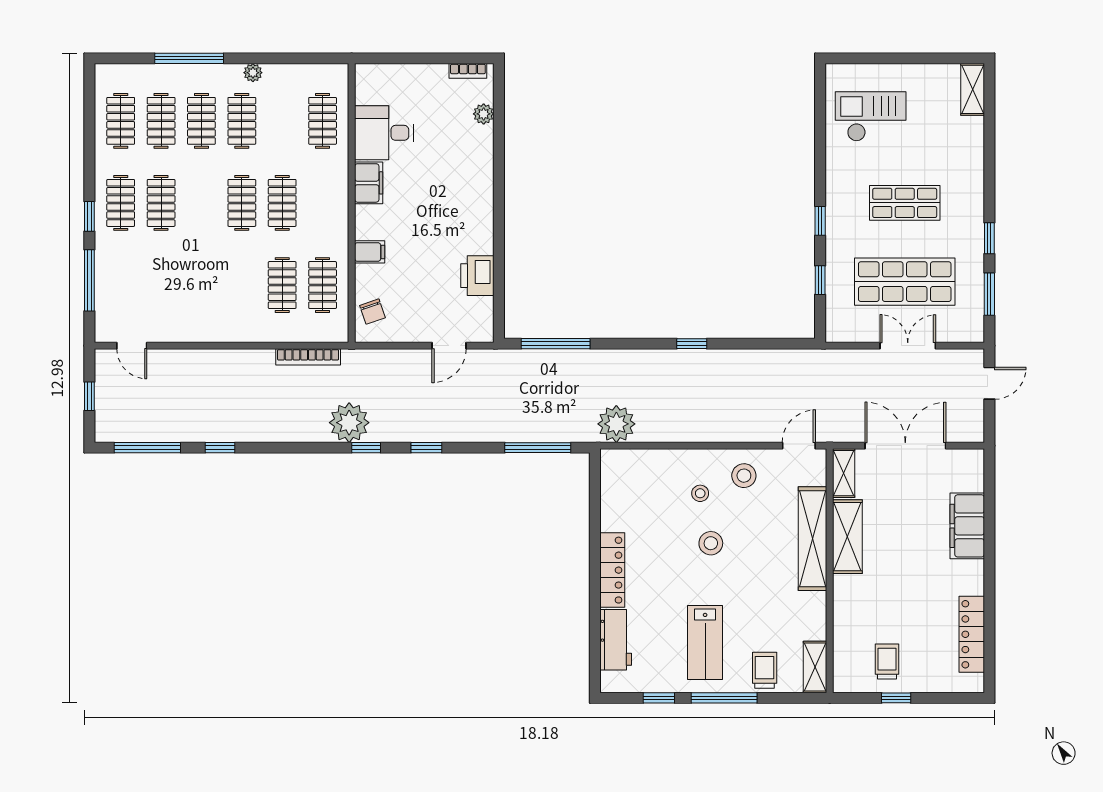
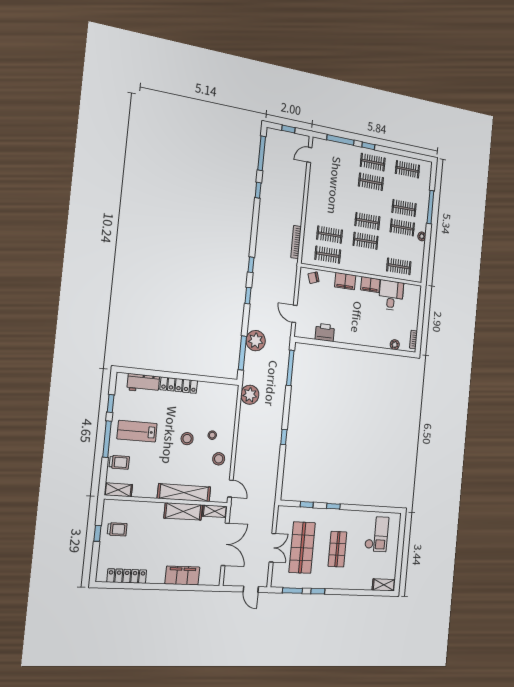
clothes rail: (161, 121) -> (406, 189), removed
filing cabinet: (370, 252) -> (345, 281), width x2.00
plant: (349, 423) -> (256, 341), moved

